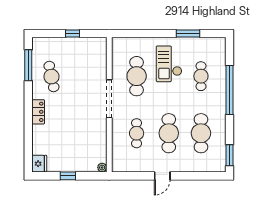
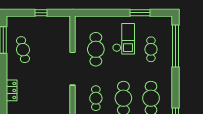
checkout: (169, 64) -> (124, 39), turned 180
window: (229, 90) -> (175, 46), moved
locker: (38, 112) -> (12, 90), moved

